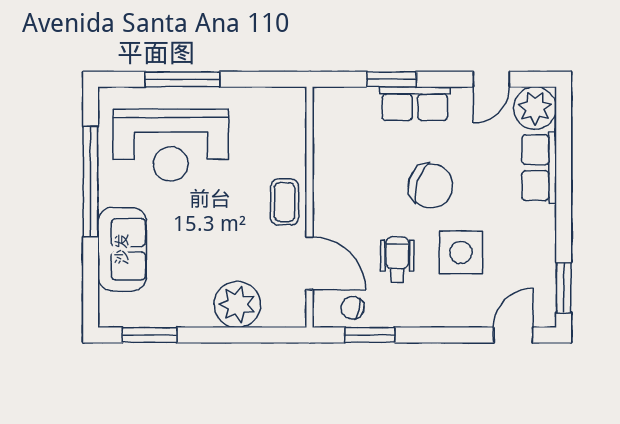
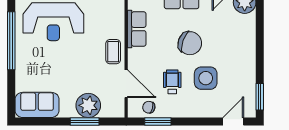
row of seats: (539, 168) -> (137, 29), moved, turned 180
sofa: (122, 249) -> (37, 105), moved, turned -90
window: (150, 335) -> (85, 121), moved

